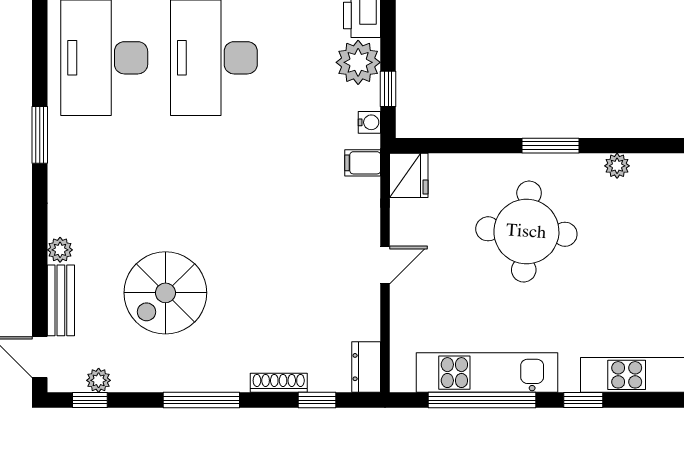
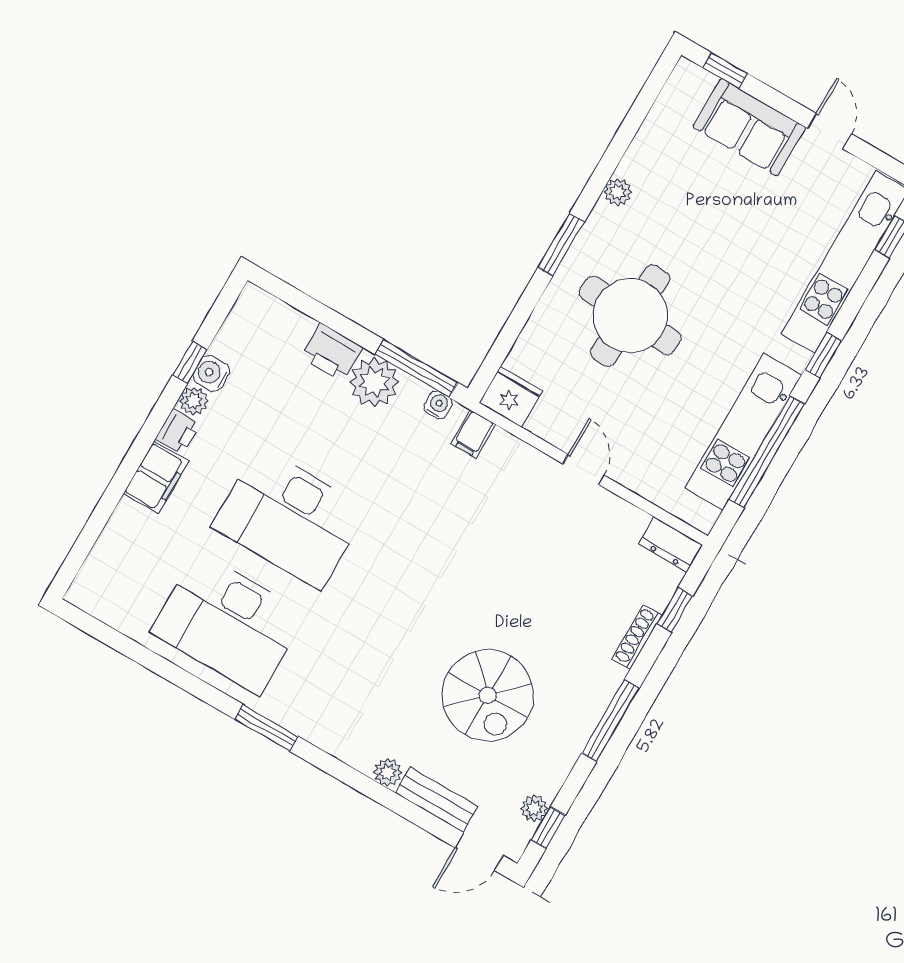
window: (388, 89) -> (416, 368), width x2.17

